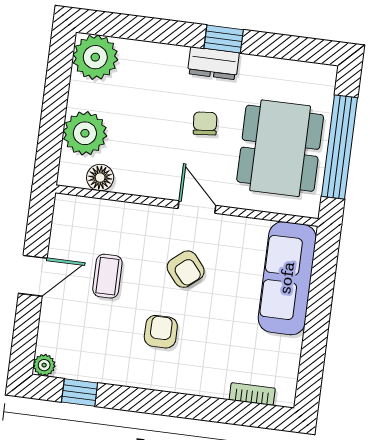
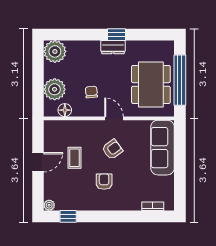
chair: (205, 123) -> (91, 92), moved
armchair: (186, 269) -> (112, 149), turned -86

